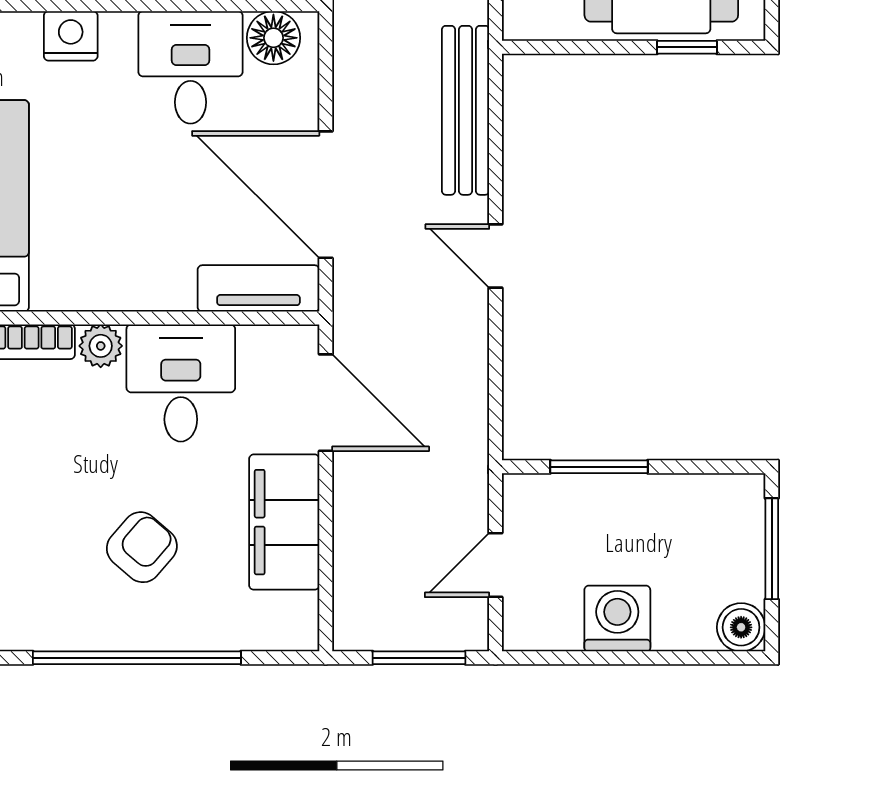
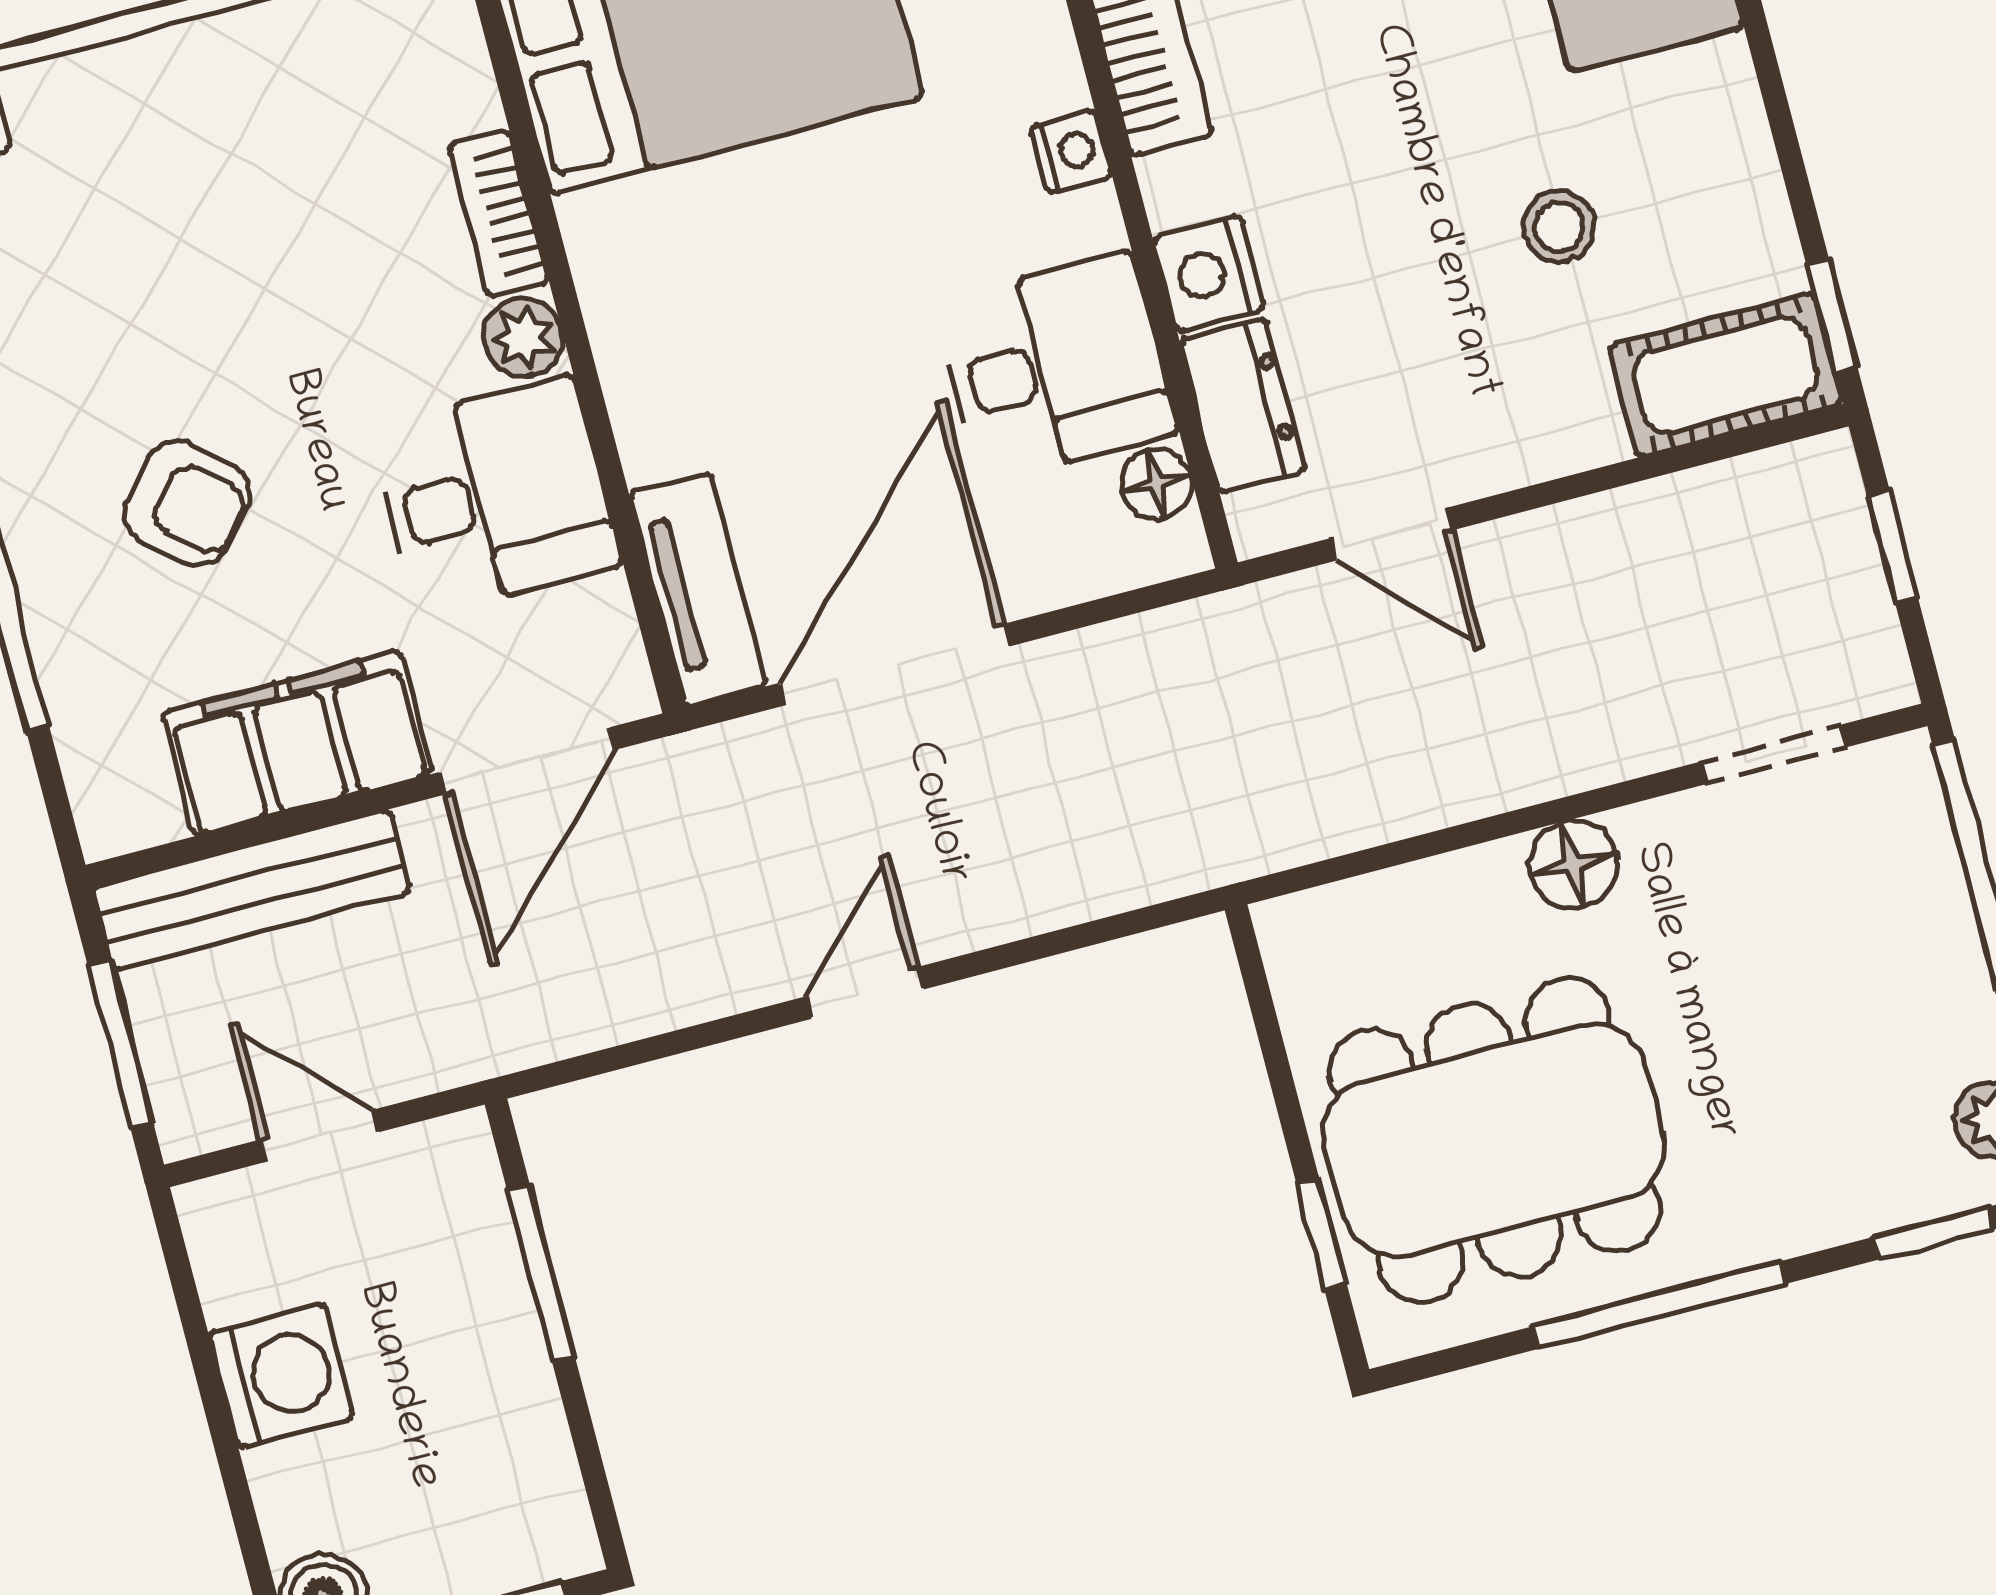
nightstand: (71, 36) -> (1071, 152), width x0.72, depth x0.74
floor lamp: (273, 38) -> (1156, 484), width x0.73, depth x0.73
bench: (466, 110) -> (251, 890), moved

